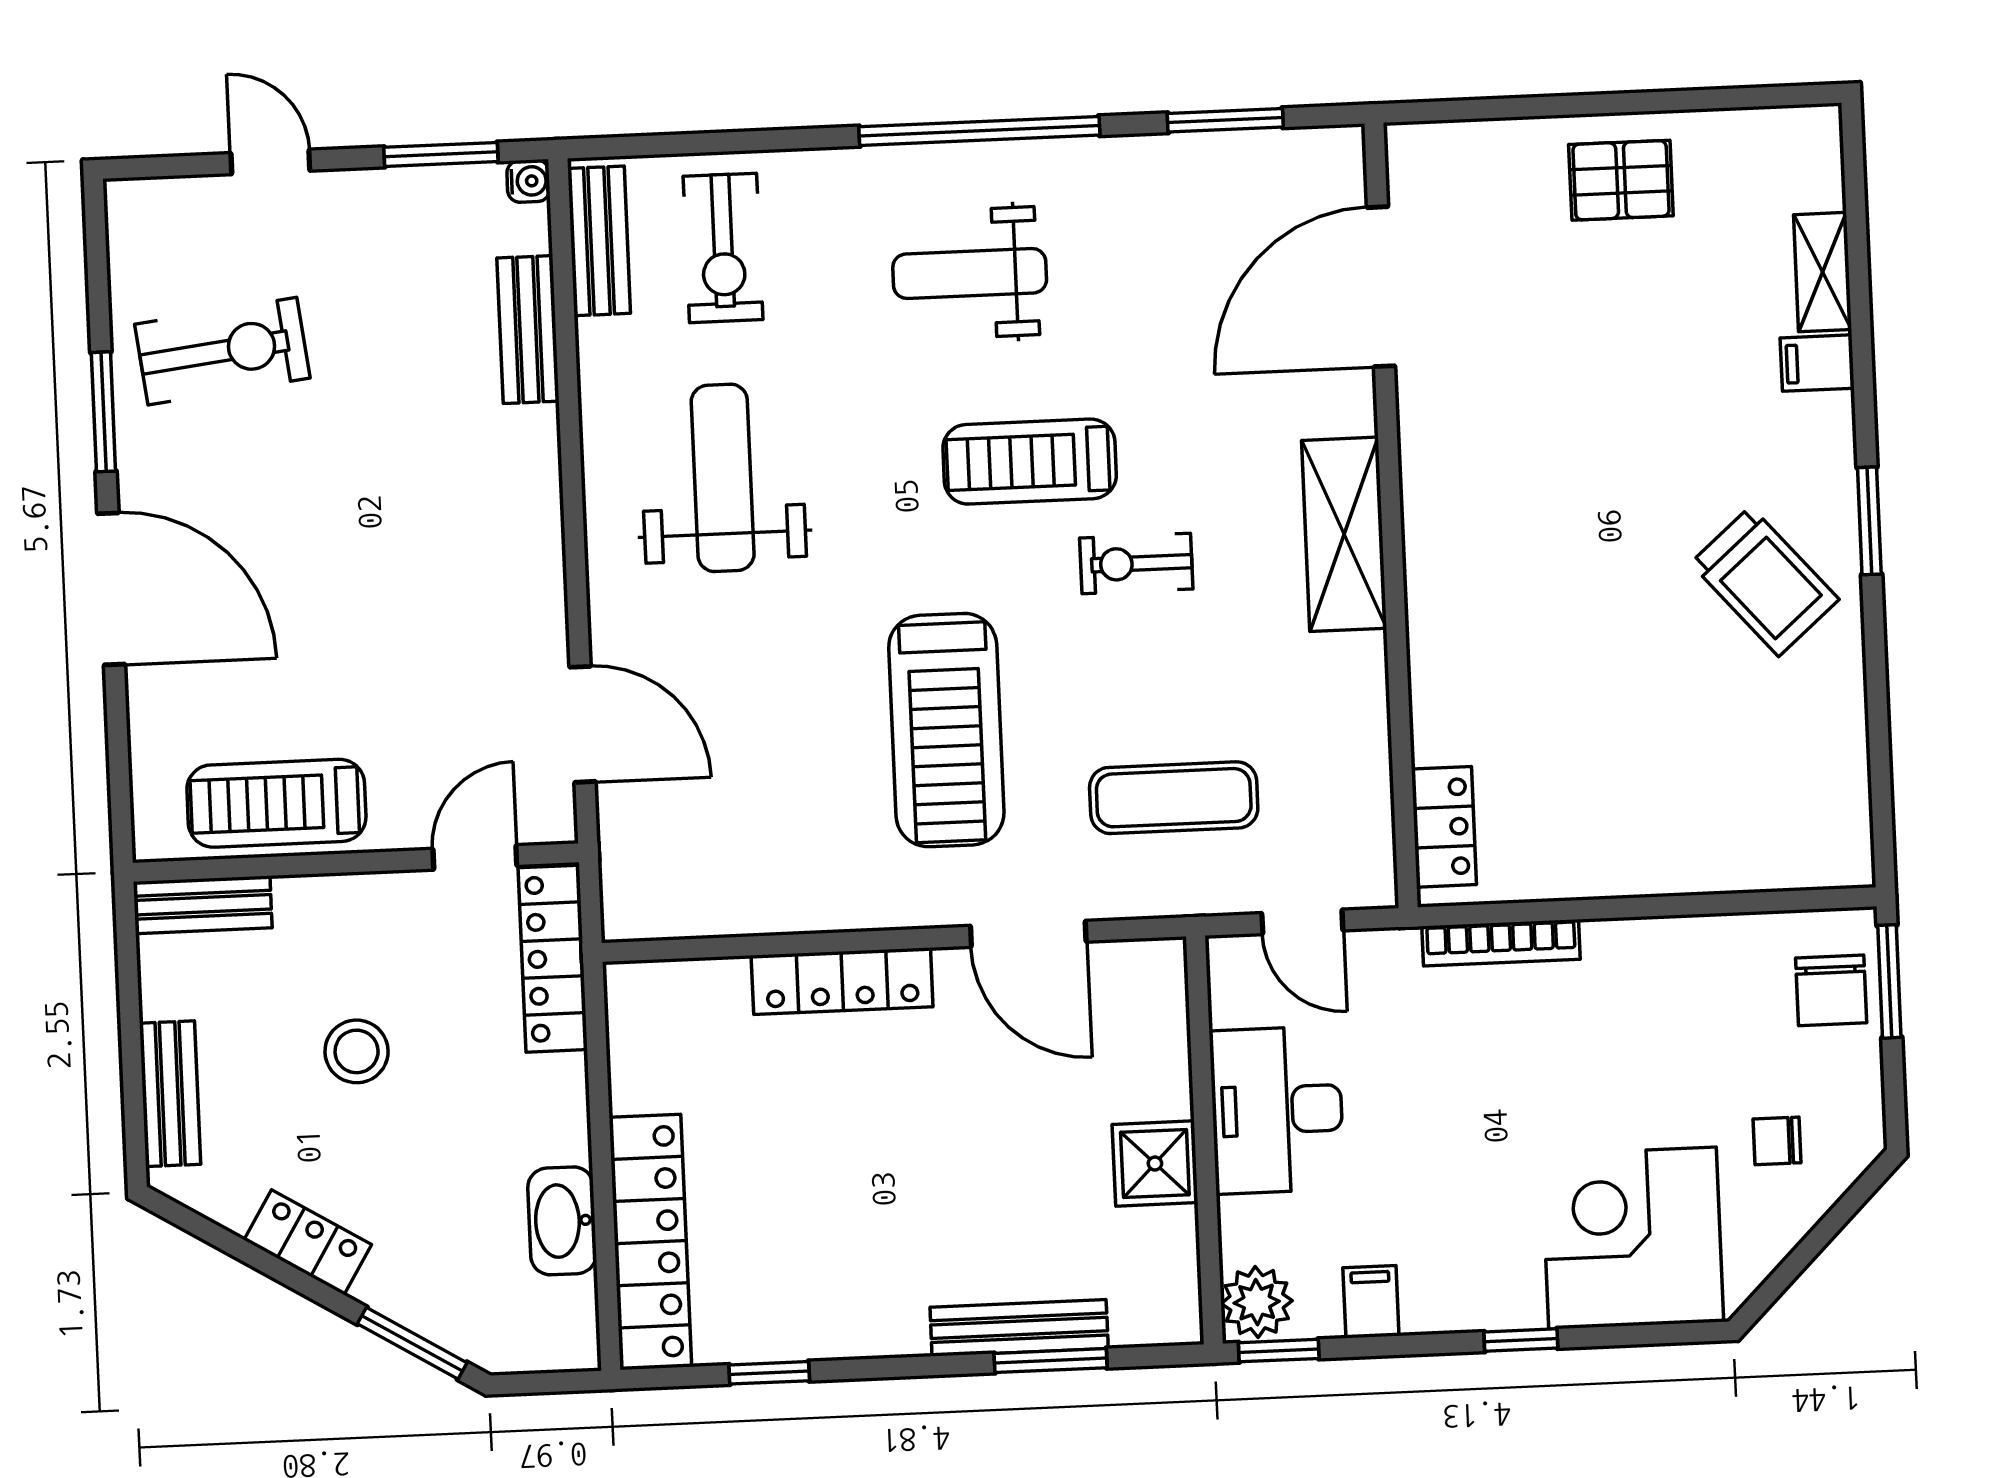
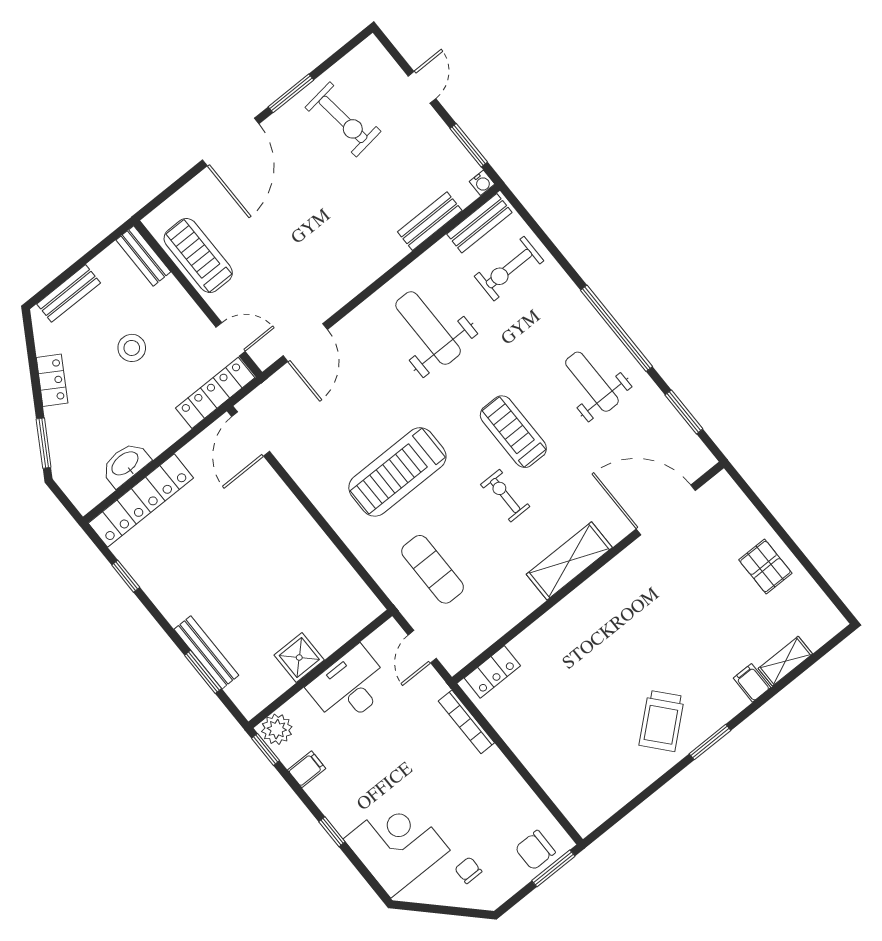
weight bench: (970, 274) -> (592, 382), moved
weight bench: (723, 478) -> (428, 328), turned -90
door: (1028, 934) -> (251, 434), moved
locker: (842, 981) -> (282, 500), removed

